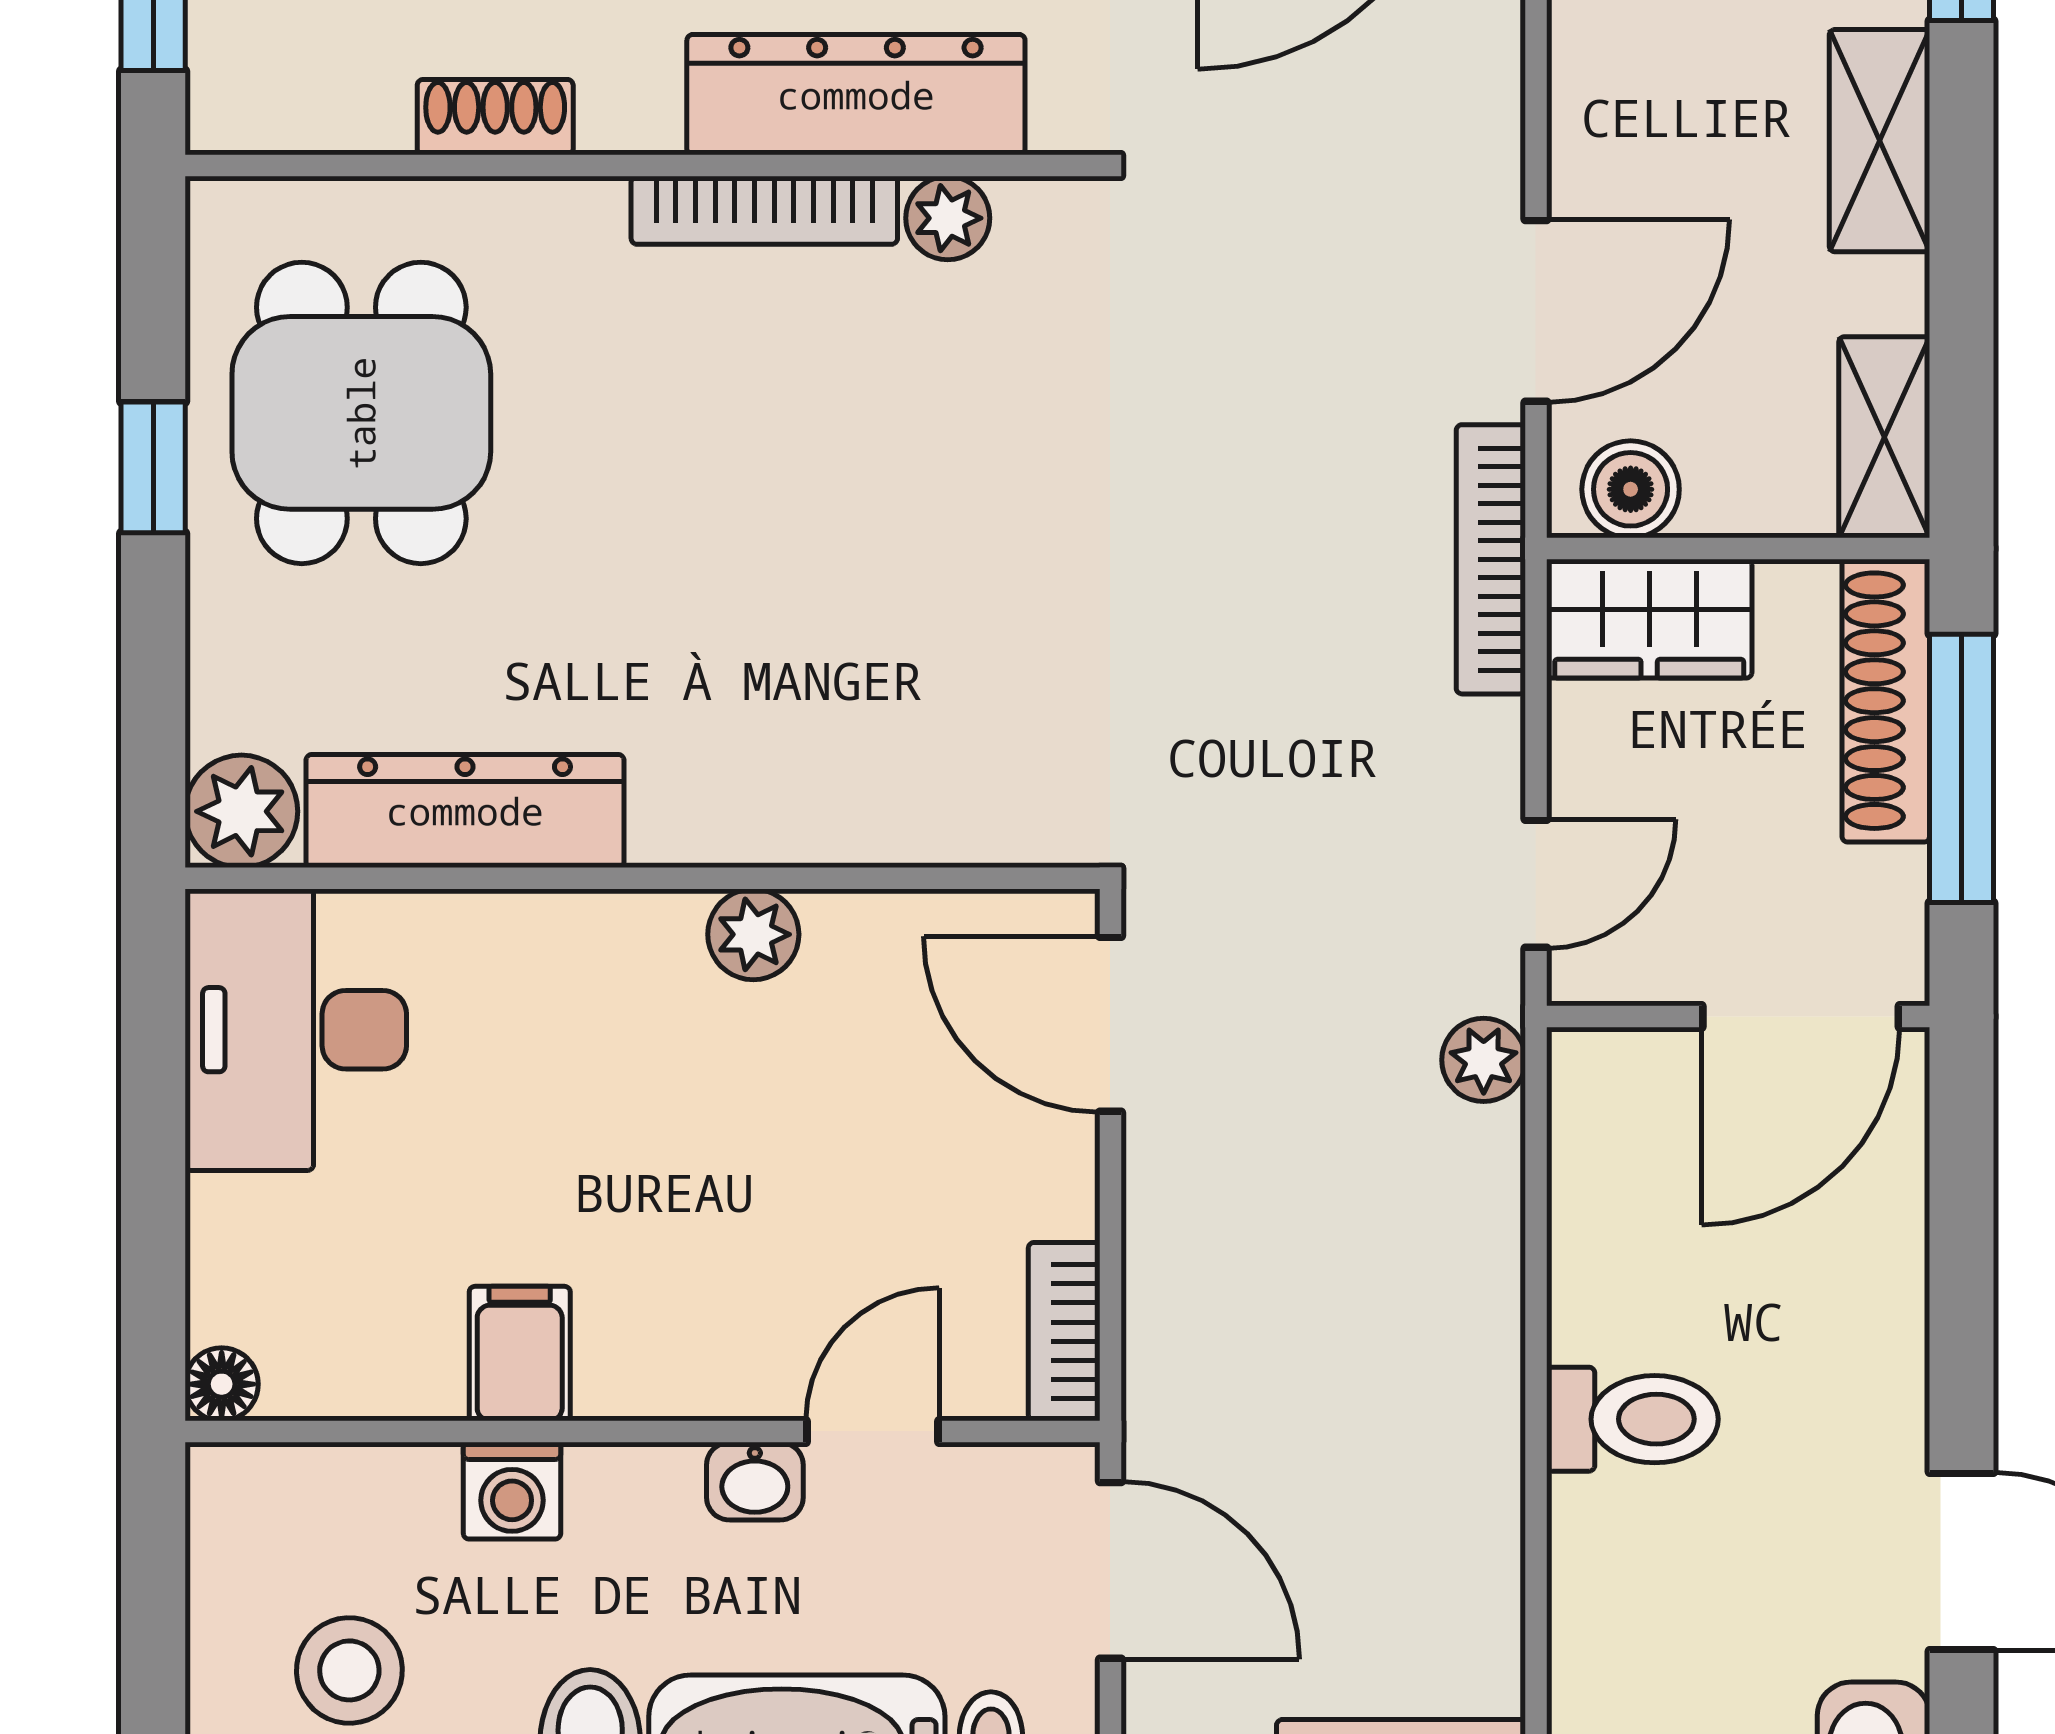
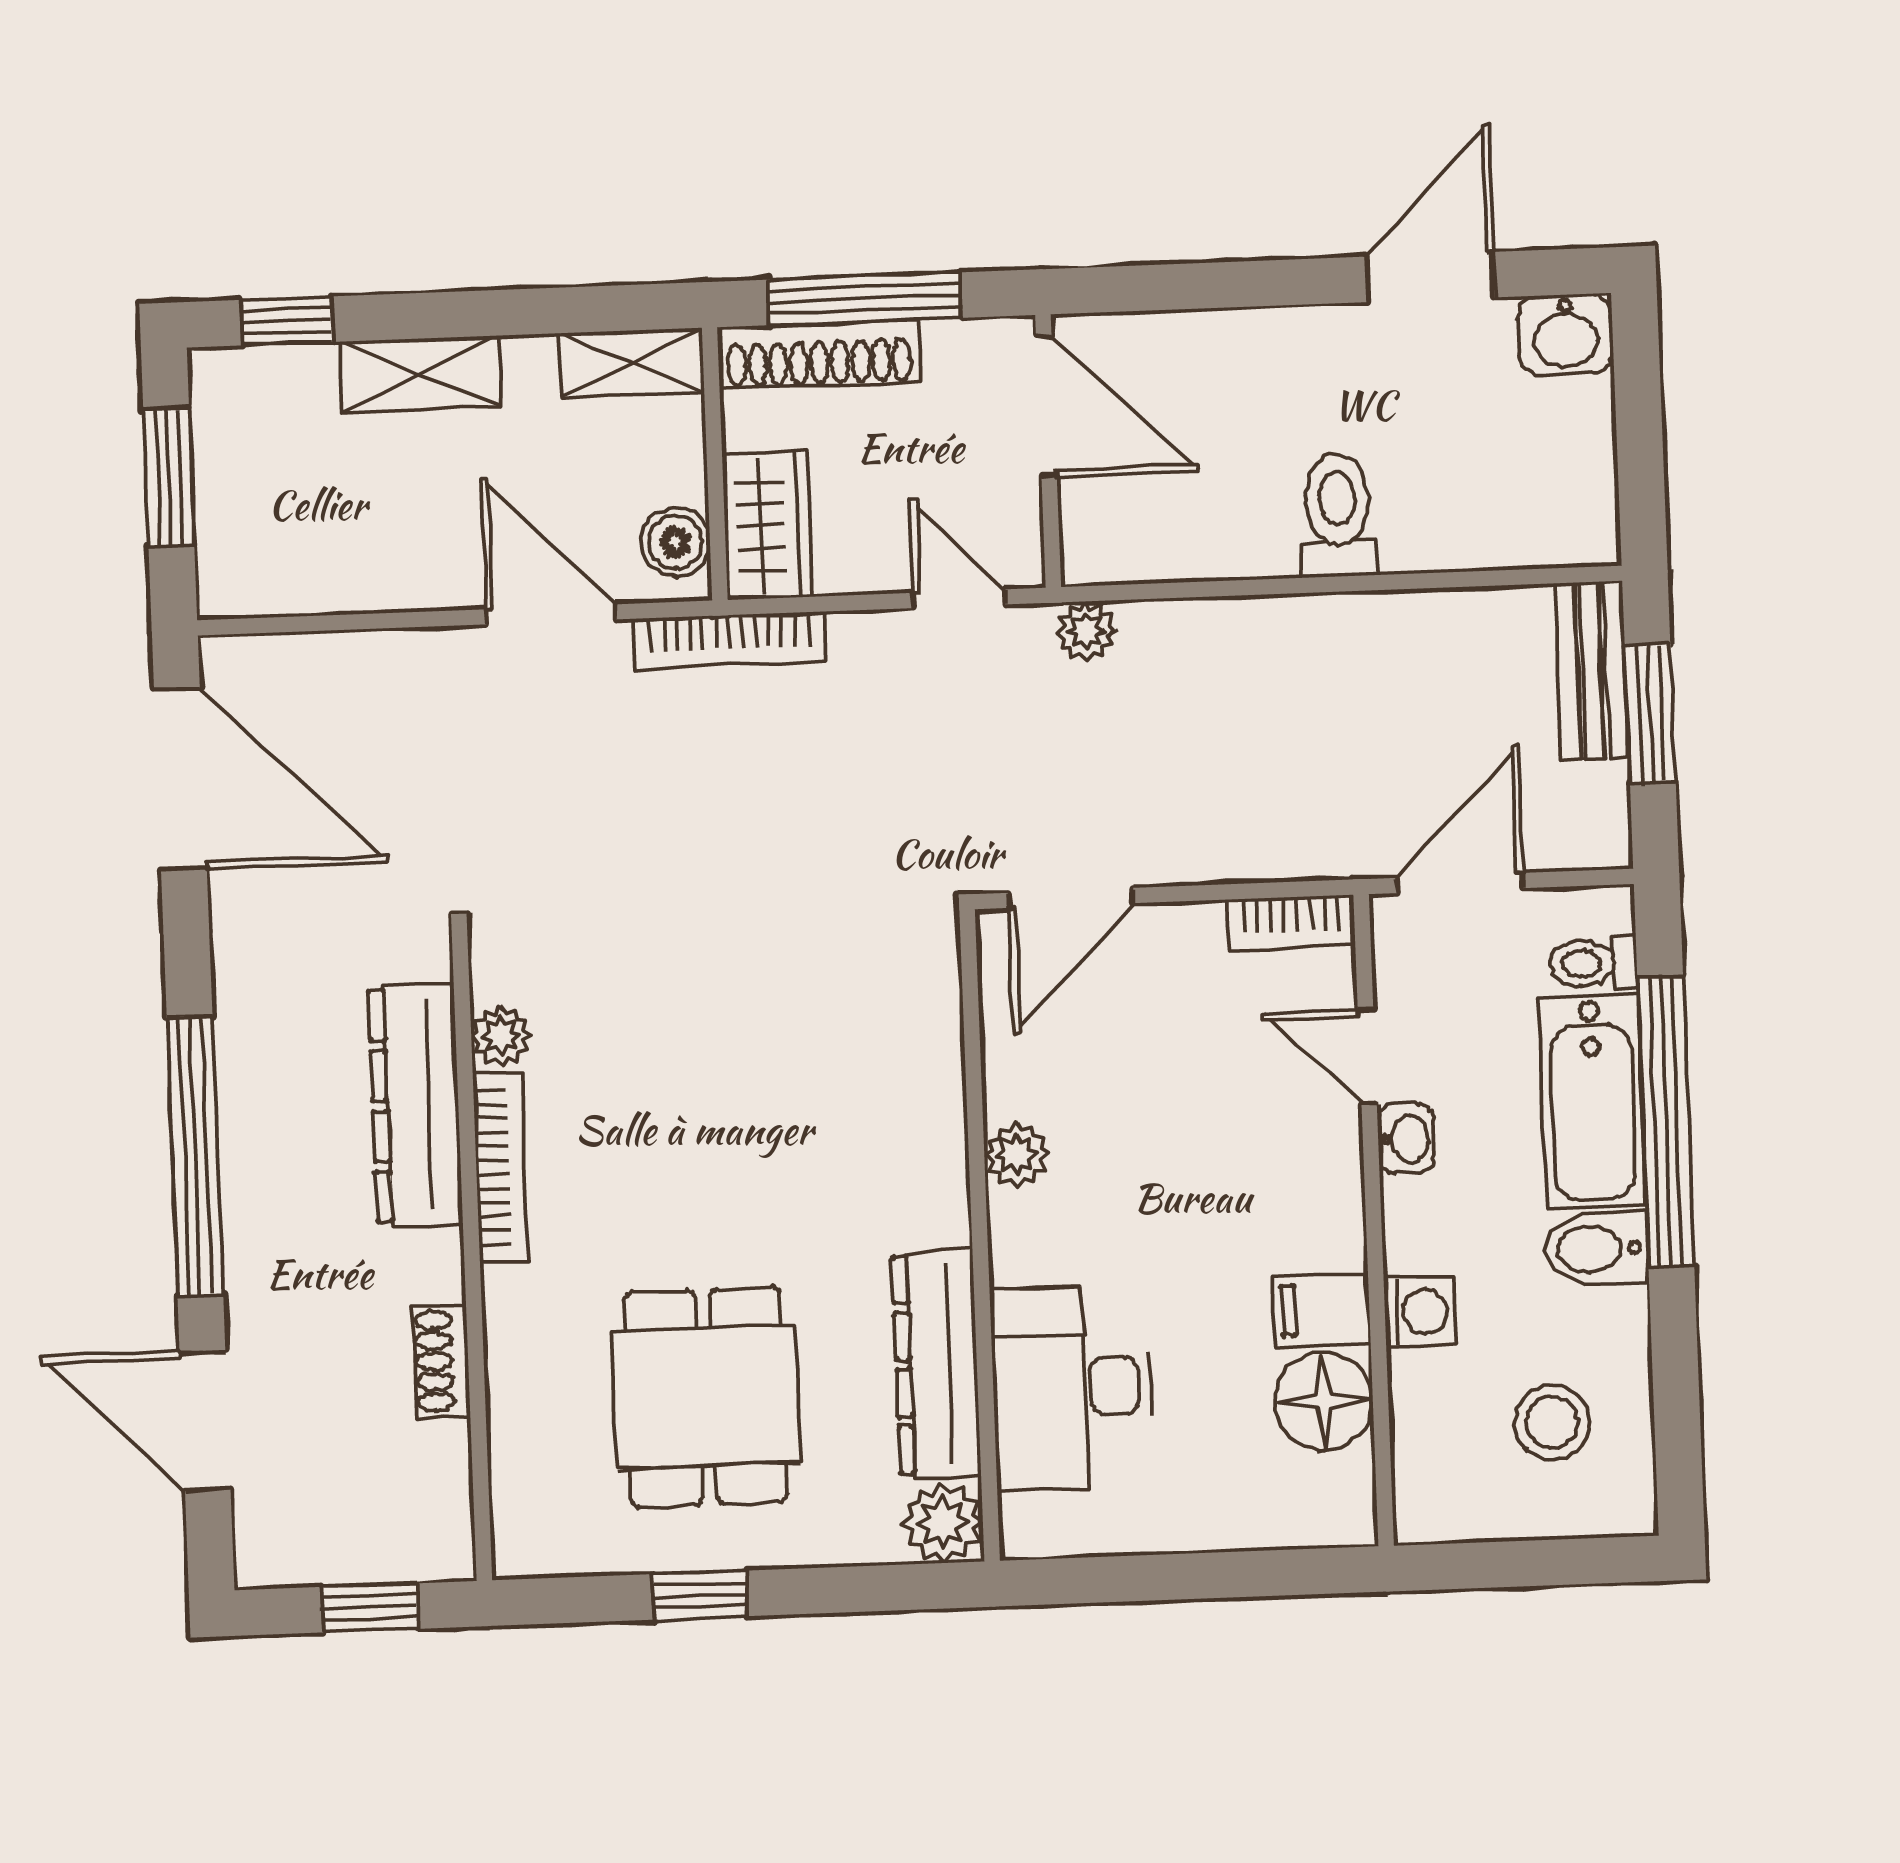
dining table: (361, 413) -> (706, 1397), moved, turned 90
desk: (296, 1030) -> (1072, 1387), moved, turned 90
floor lamp: (222, 1384) -> (1324, 1401), moved, width x1.89, depth x1.89

